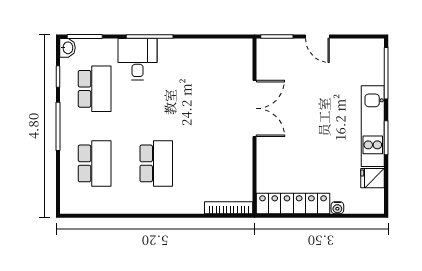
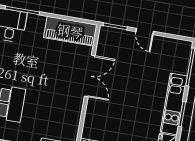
piano: (218, 53) -> (70, 31), added

